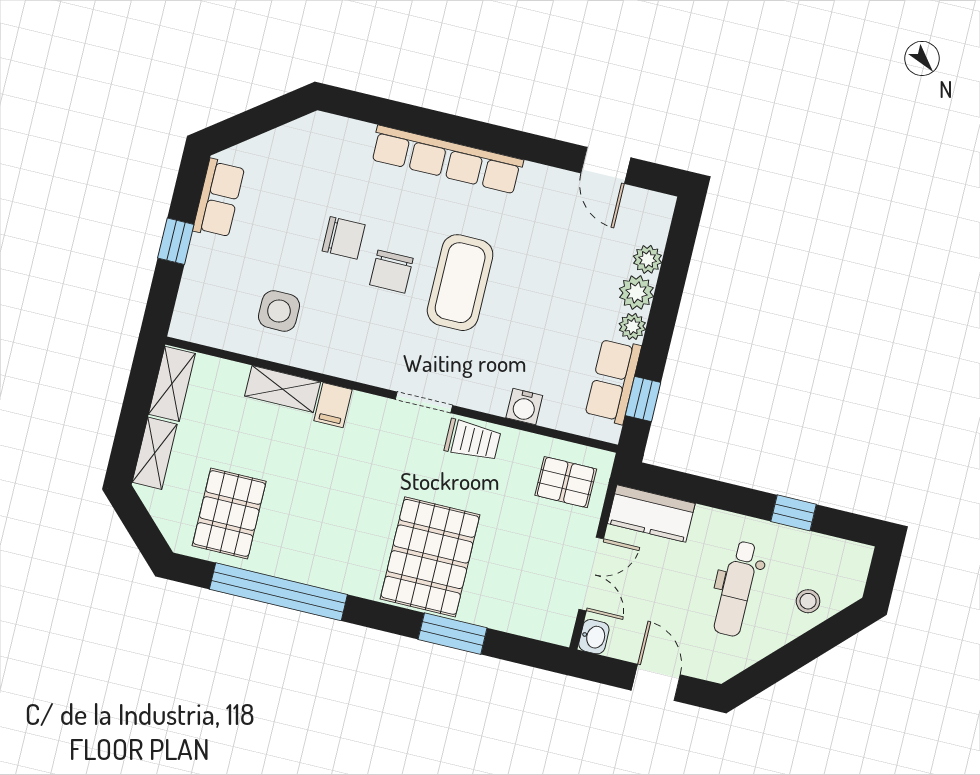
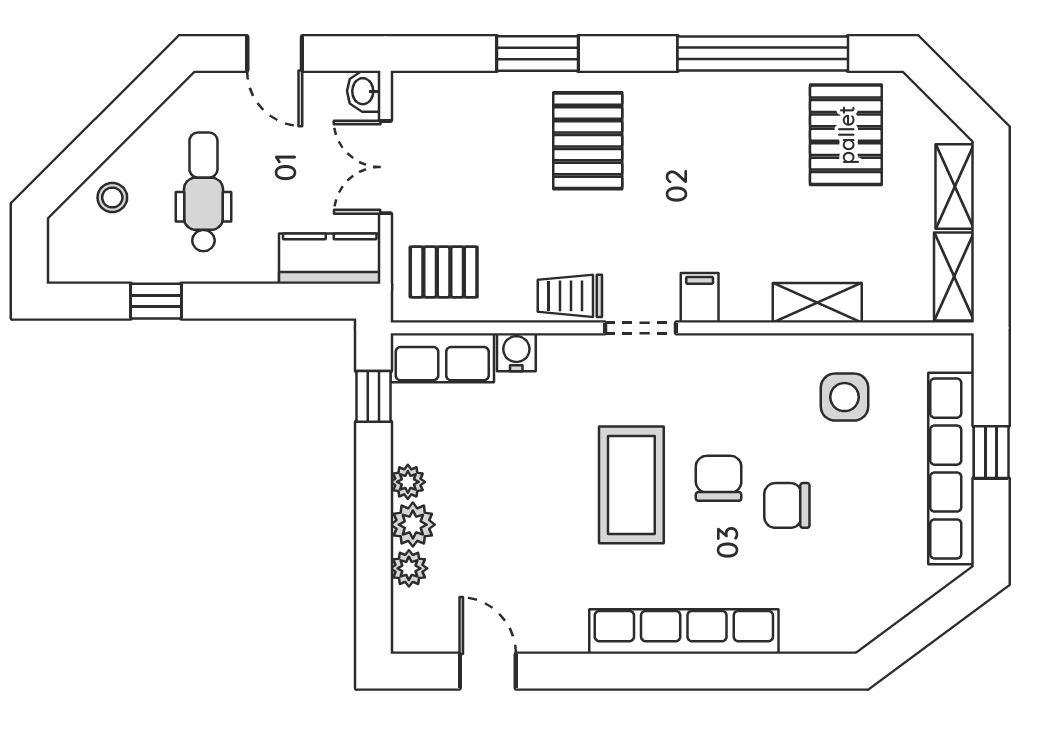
row of seats: (219, 199) -> (951, 469), width x2.02
row of seats: (613, 381) -> (442, 358), moved, turned 90
filing cabinet: (333, 405) -> (700, 298), moved
pallet: (430, 557) -> (588, 141), width x0.73, depth x0.71

